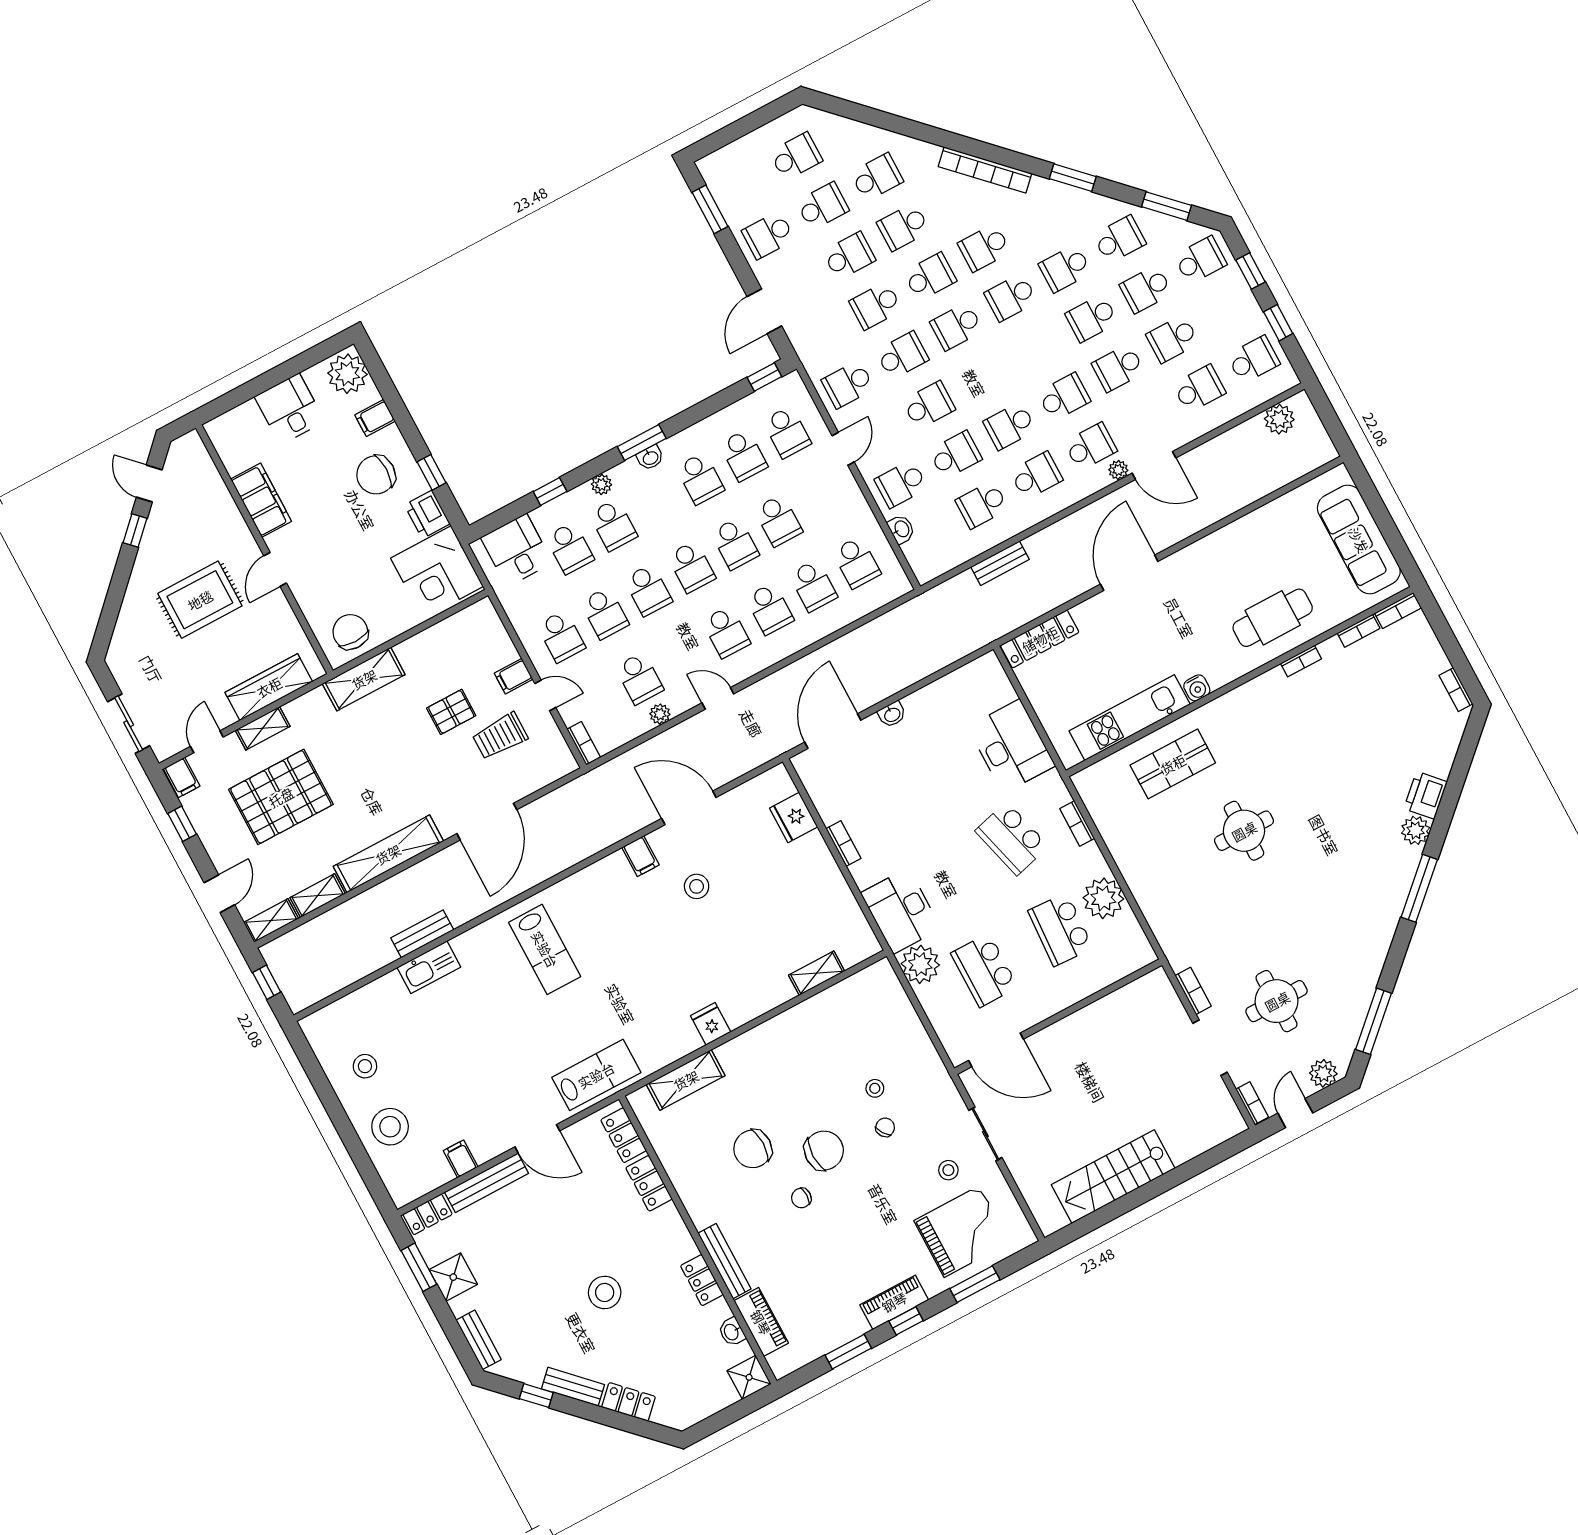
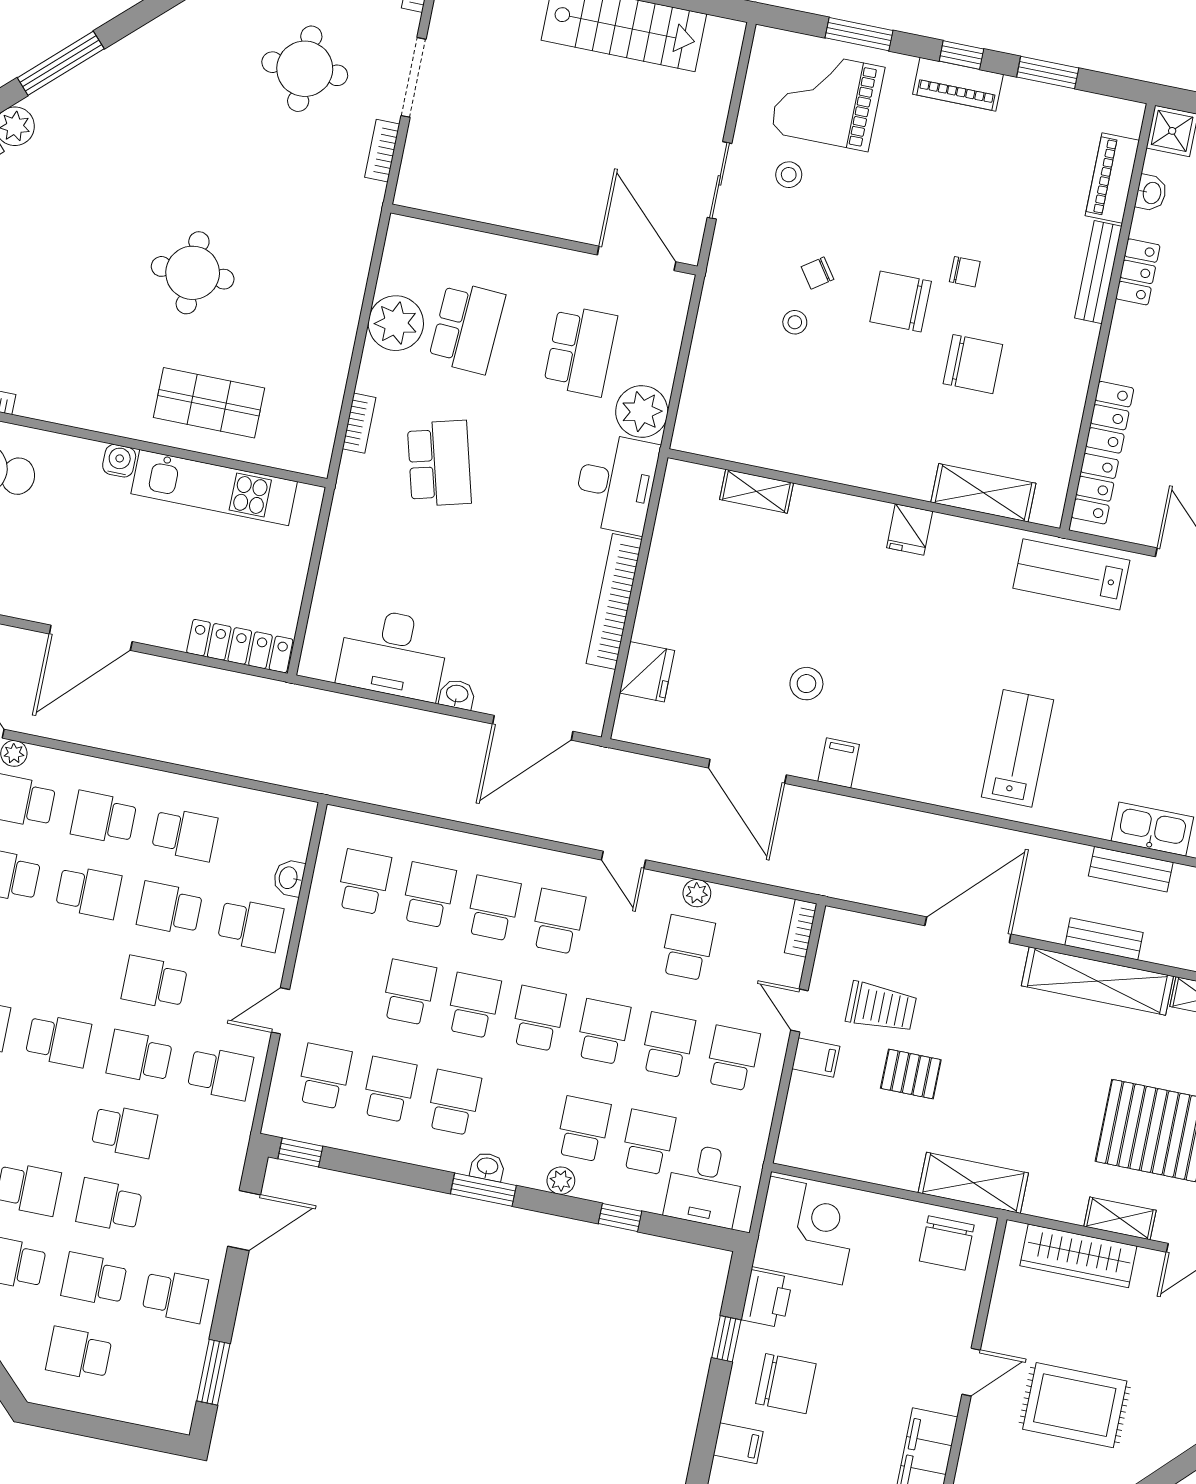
school desk: (930, 277) -> (43, 1115), removed
bench: (1000, 563) -> (1104, 939), moved
desk: (1011, 746) -> (393, 654), moved, turned -90
bookcase: (844, 843) -> (614, 602), width x2.31, depth x1.31

